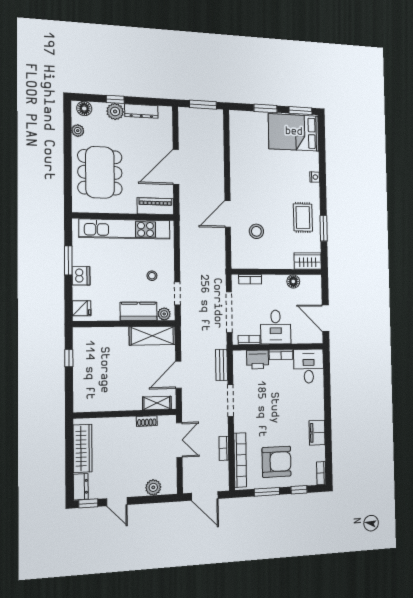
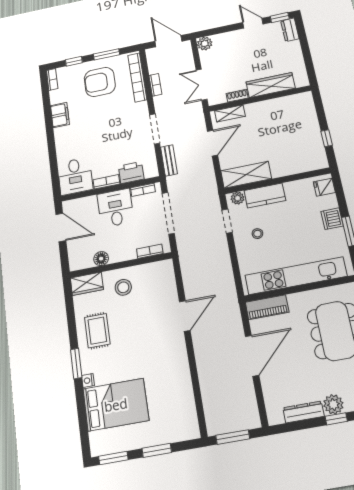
bed: (294, 132) -> (116, 405), moved
window: (324, 228) -> (76, 364), moved
stool: (256, 231) -> (123, 287), moved
wardrobe: (83, 448) -> (271, 85), moved, turned 90
plant: (153, 487) -> (205, 44), moved

